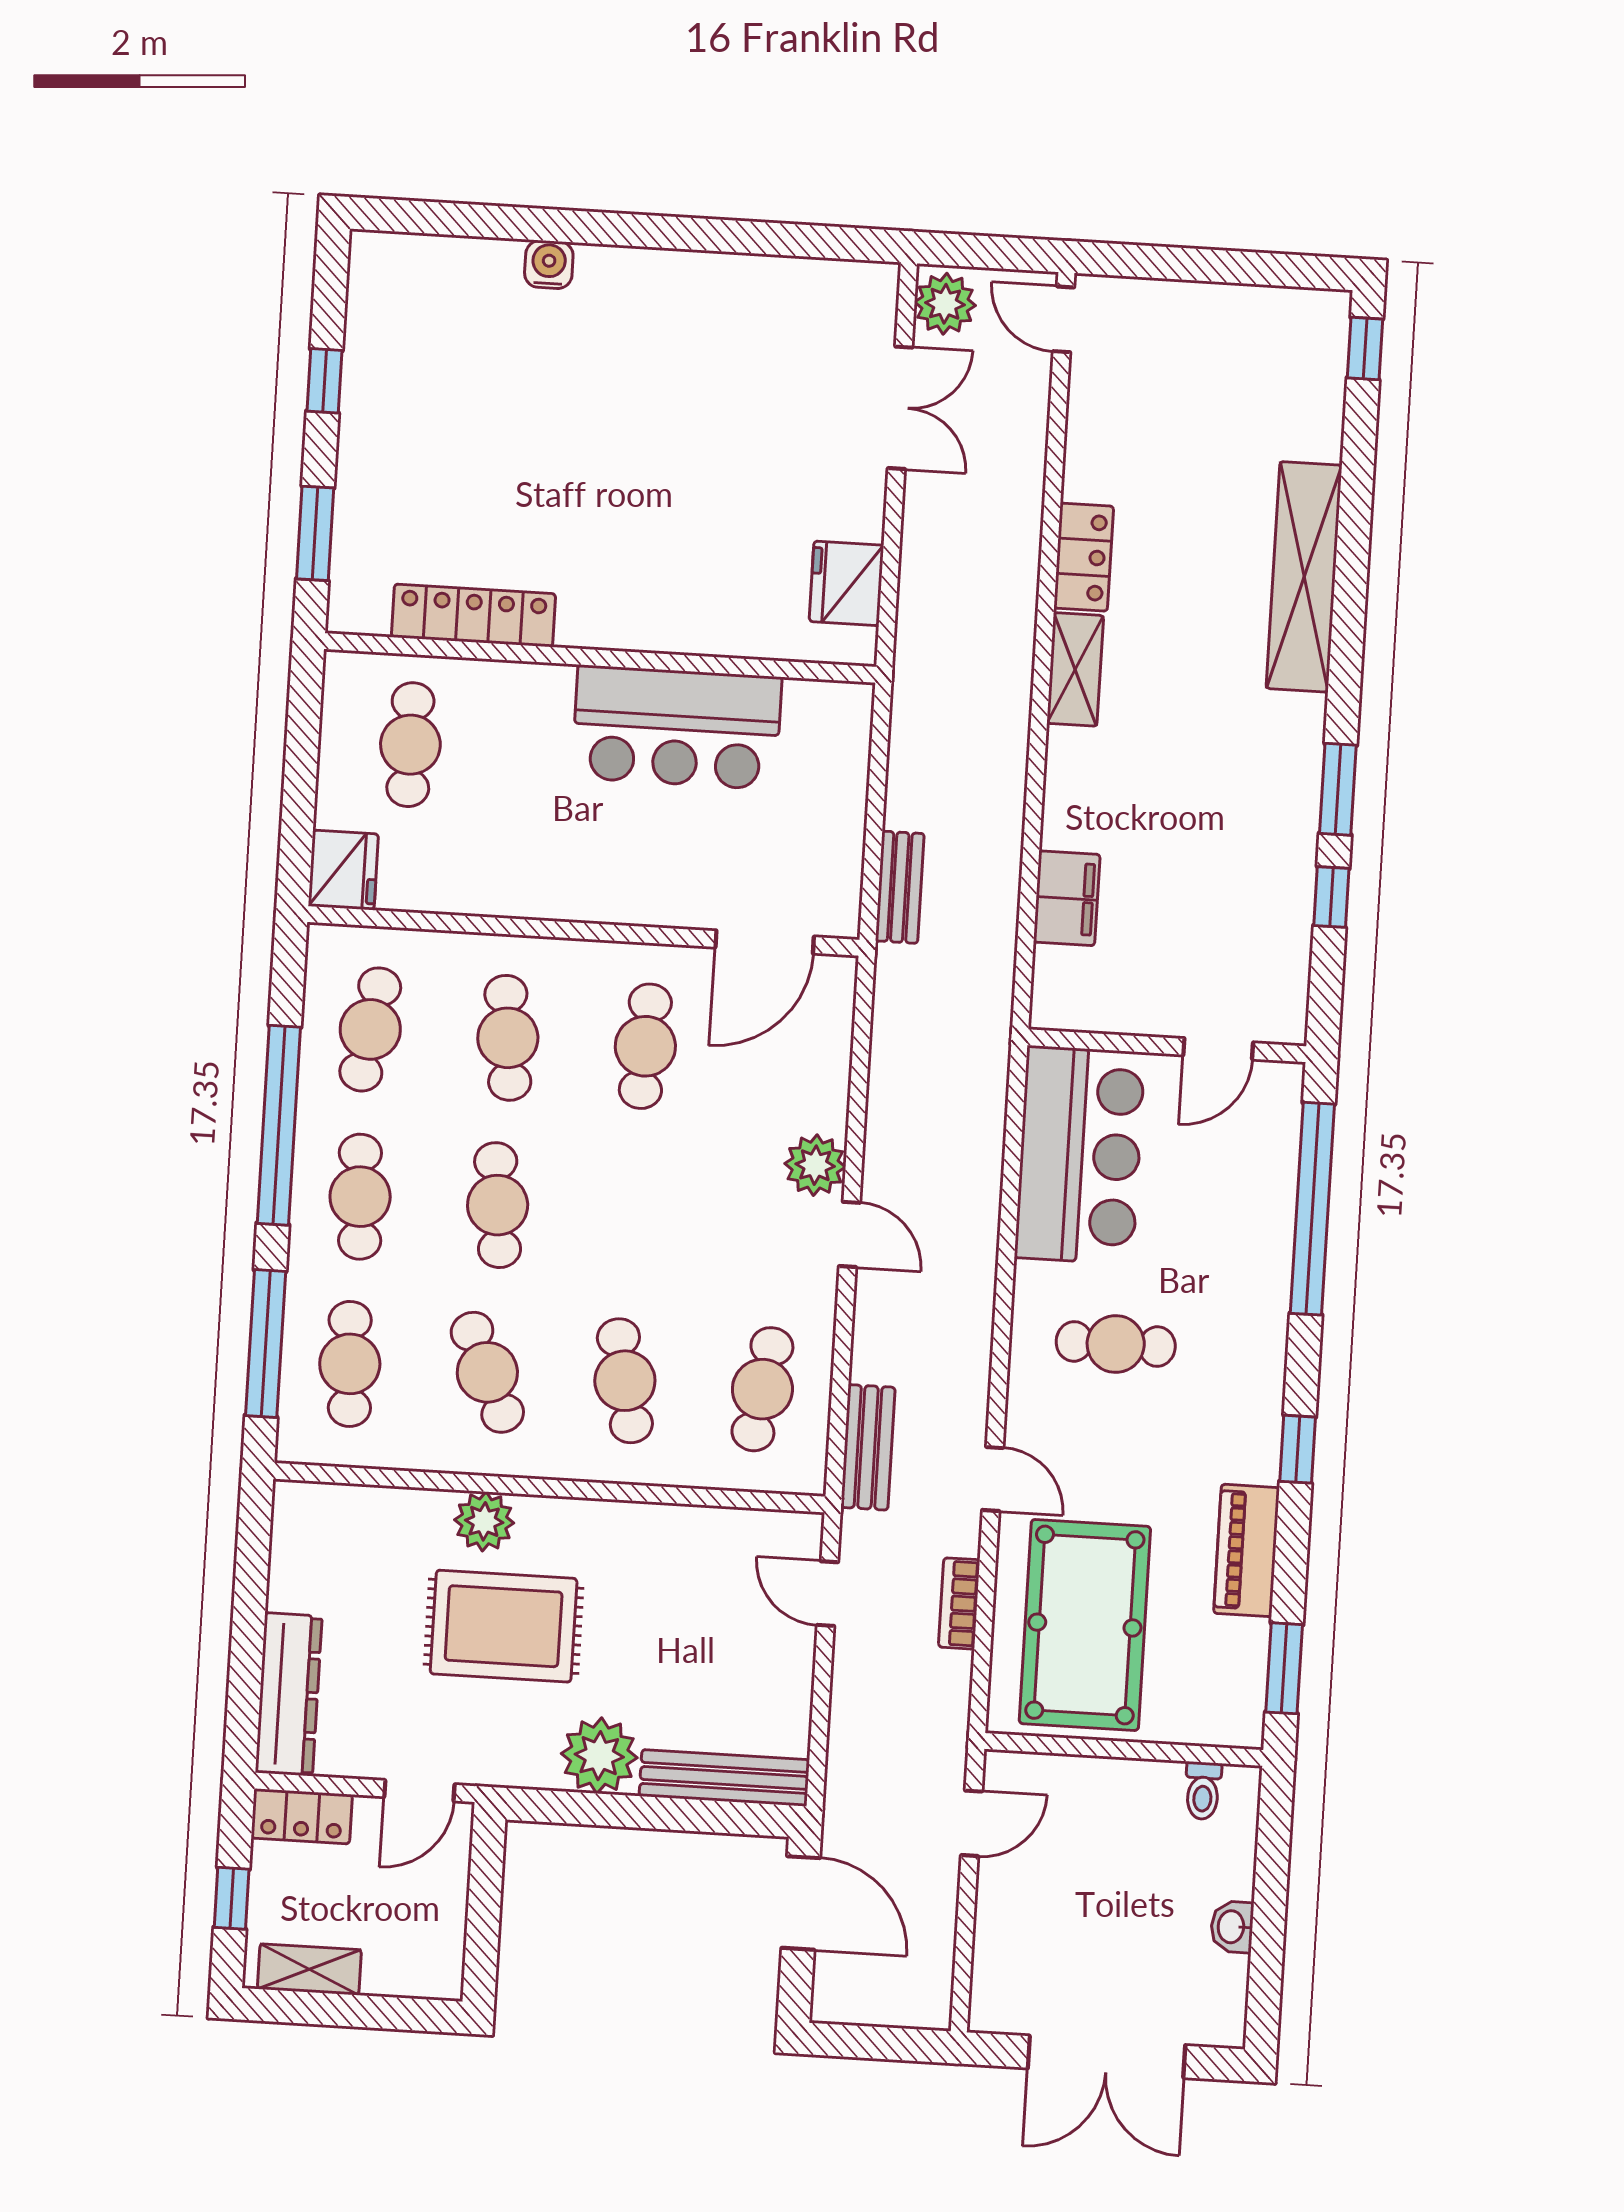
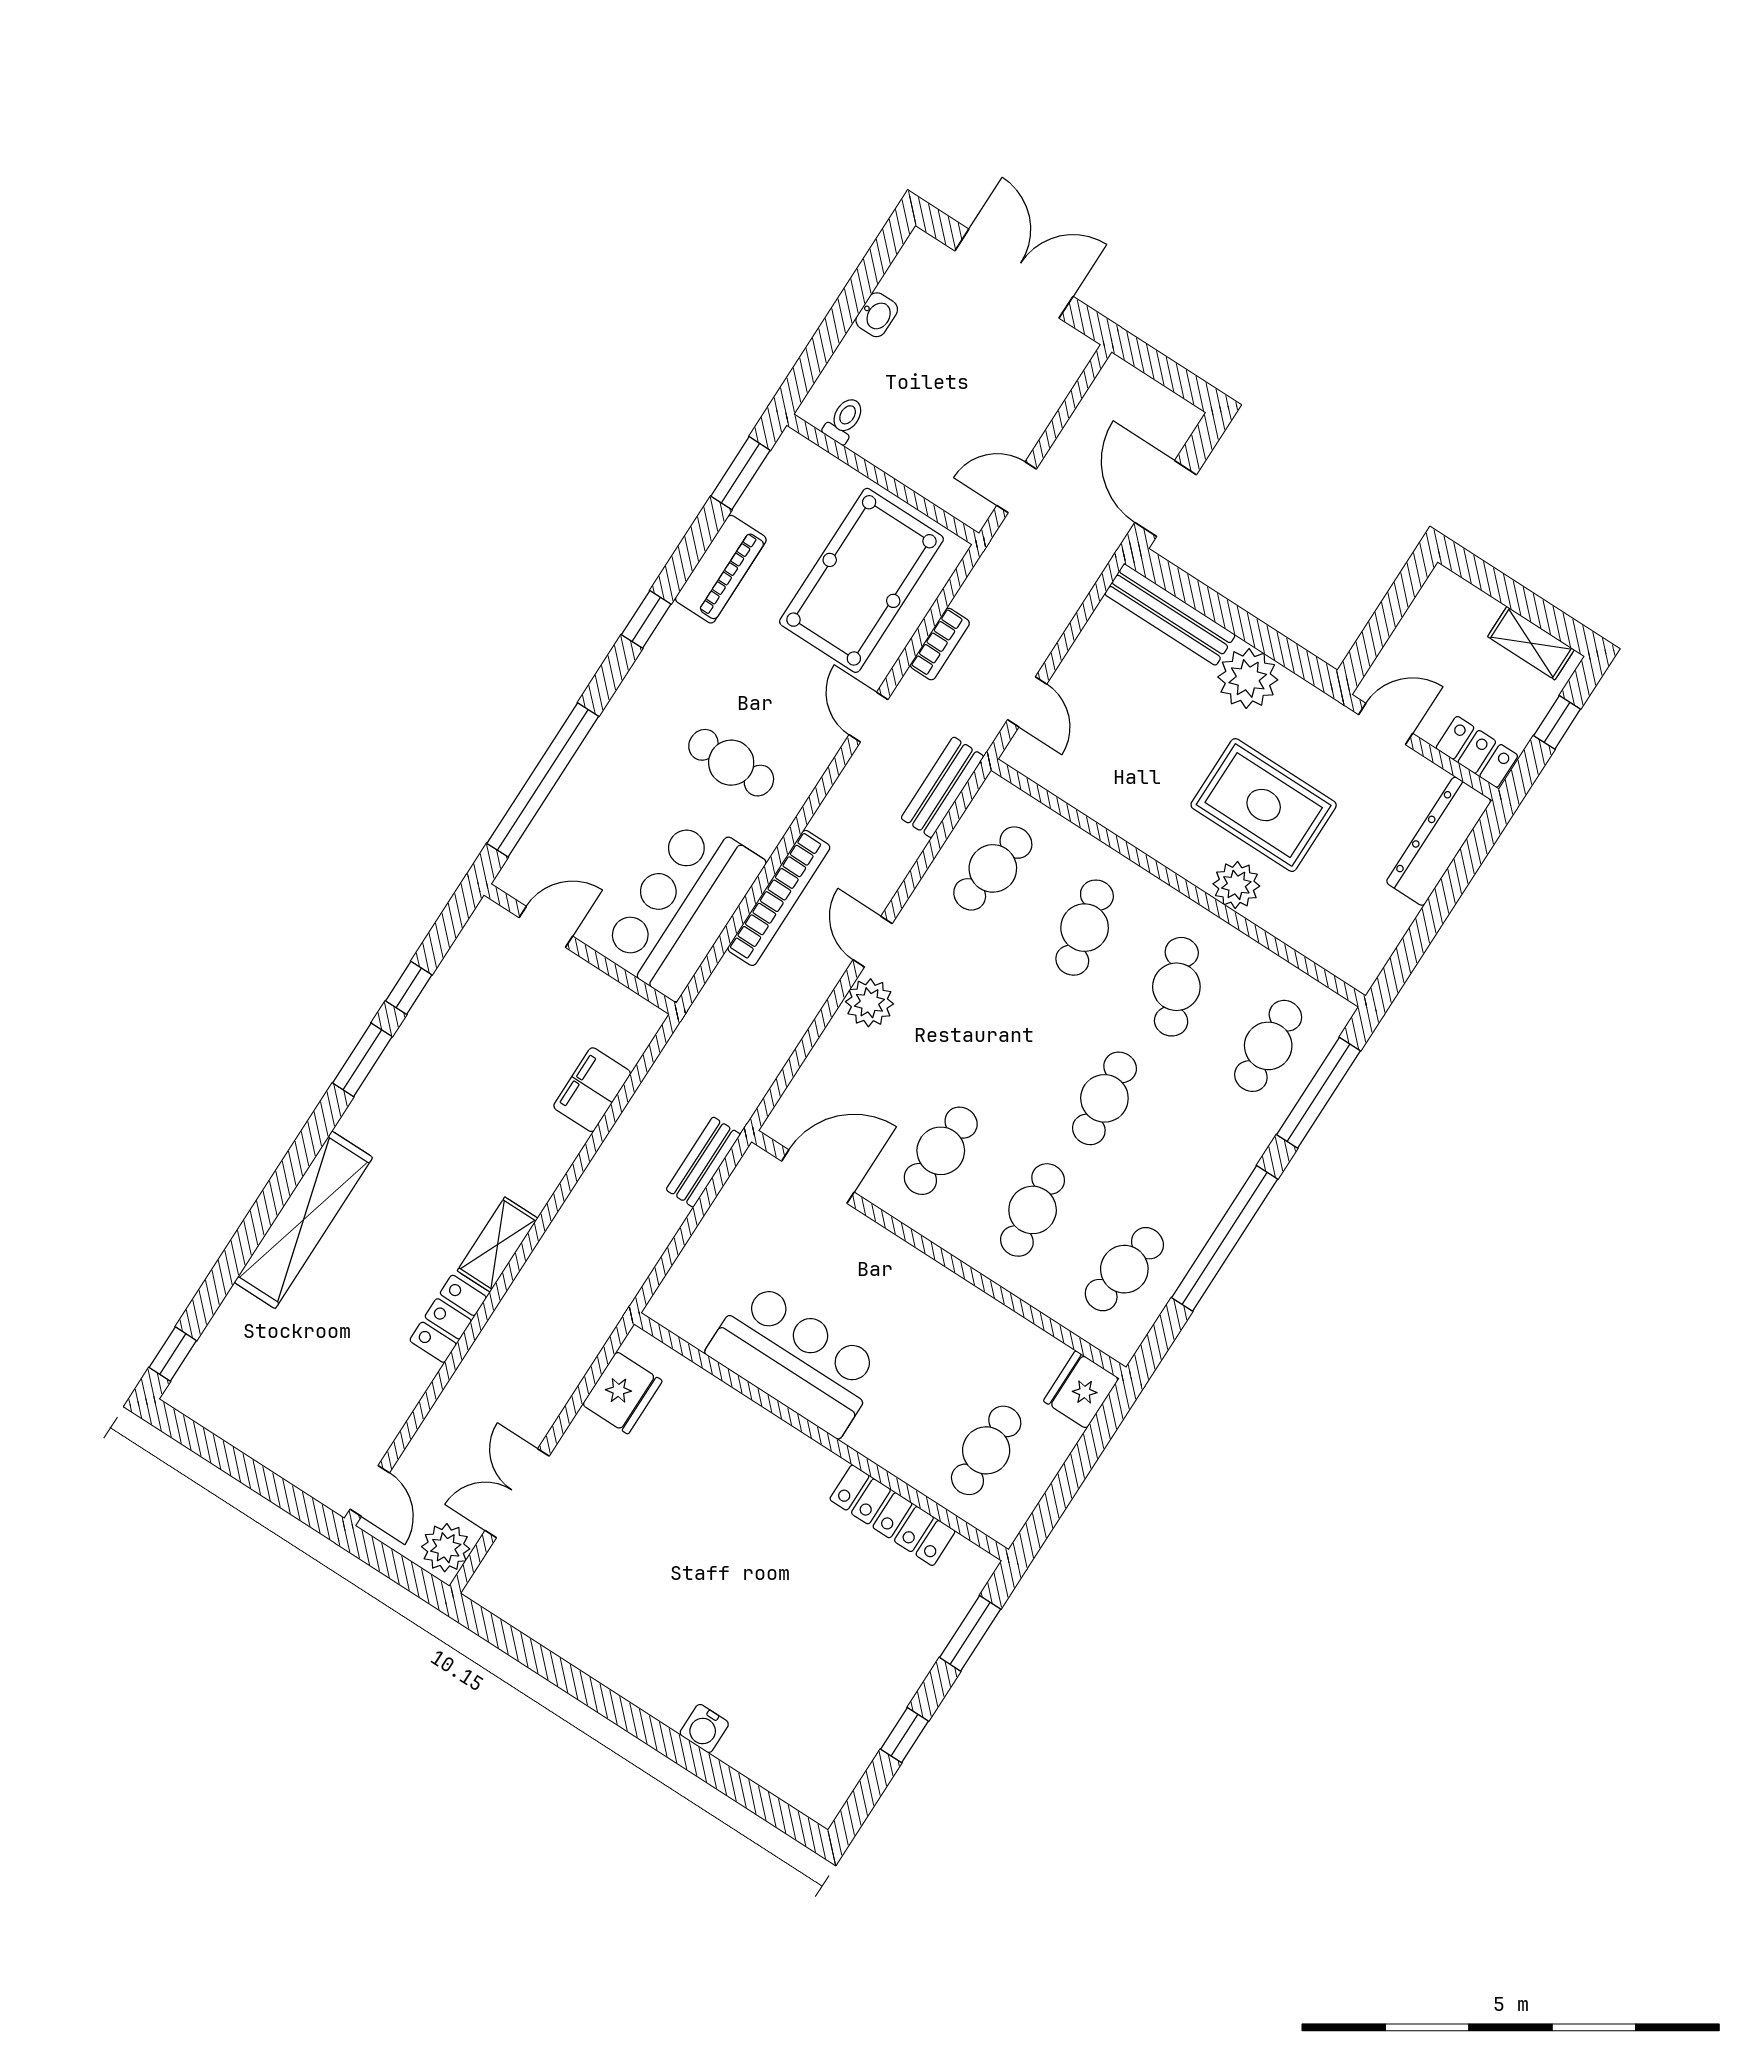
cafe table: (360, 1197) -> (1196, 1158), removed
bookcase: (980, 1225) -> (779, 898), added

